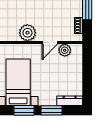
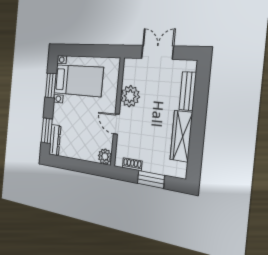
plant: (65, 50) -> (105, 156), moved
window: (51, 110) -> (47, 131), moved

